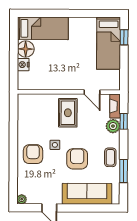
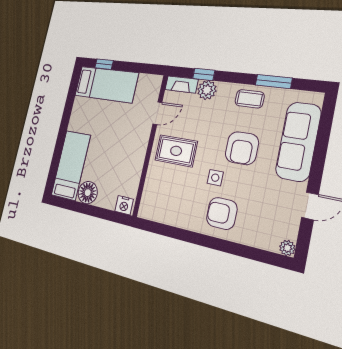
nightstand: (23, 65) -> (124, 205), moved
armchair: (77, 159) -> (242, 148), turned -90

